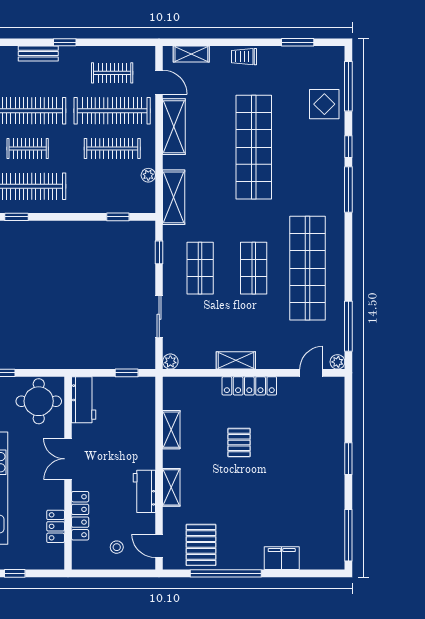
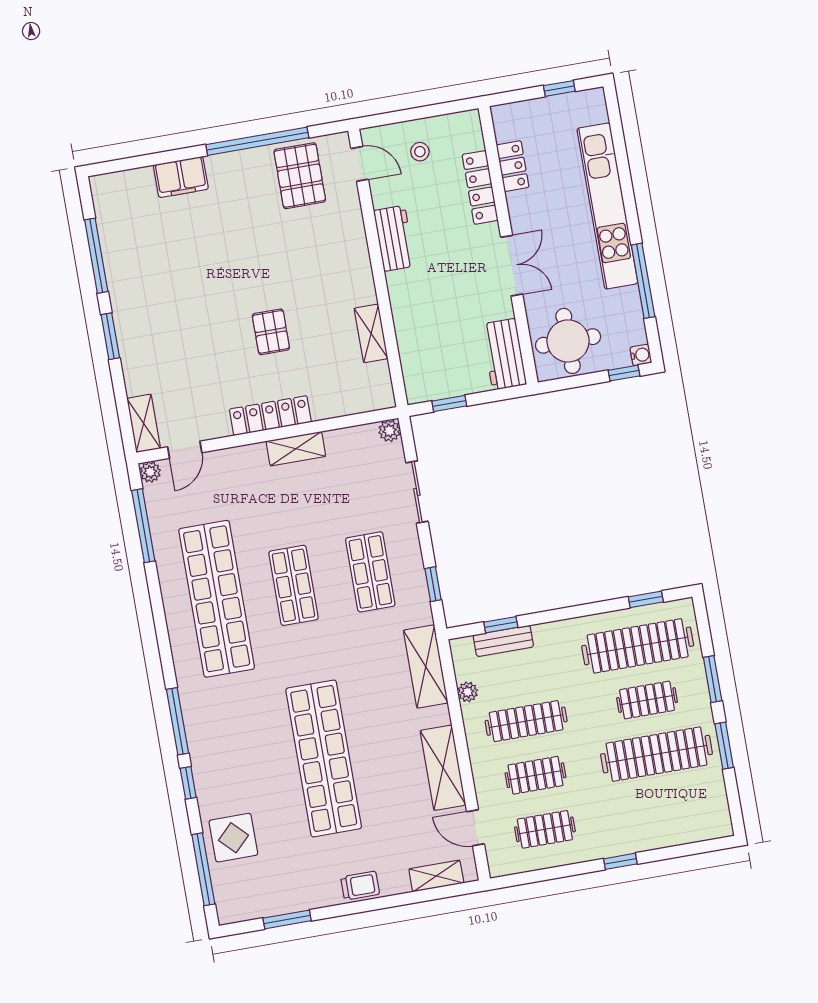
bench: (38, 54) -> (503, 641), moved
clothes rail: (112, 111) -> (535, 775), width x0.54, depth x0.76
shelving: (171, 487) -> (144, 423), moved
window: (348, 535) -> (96, 256), moved

